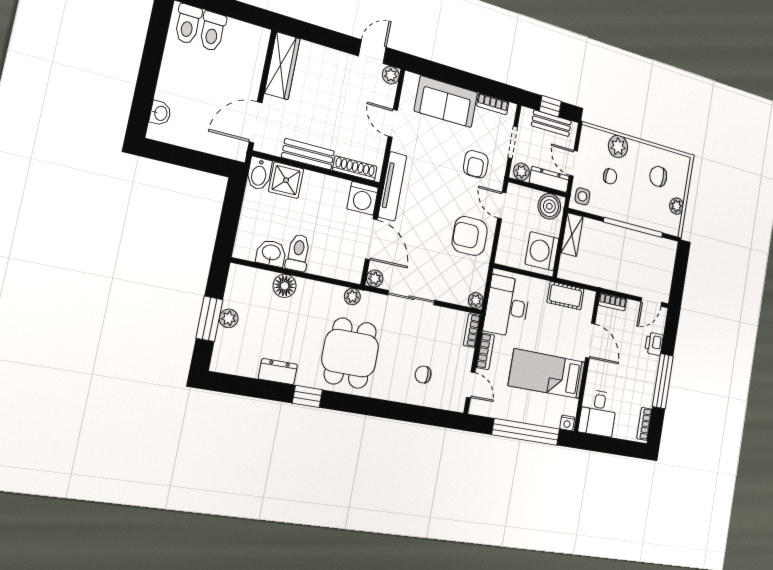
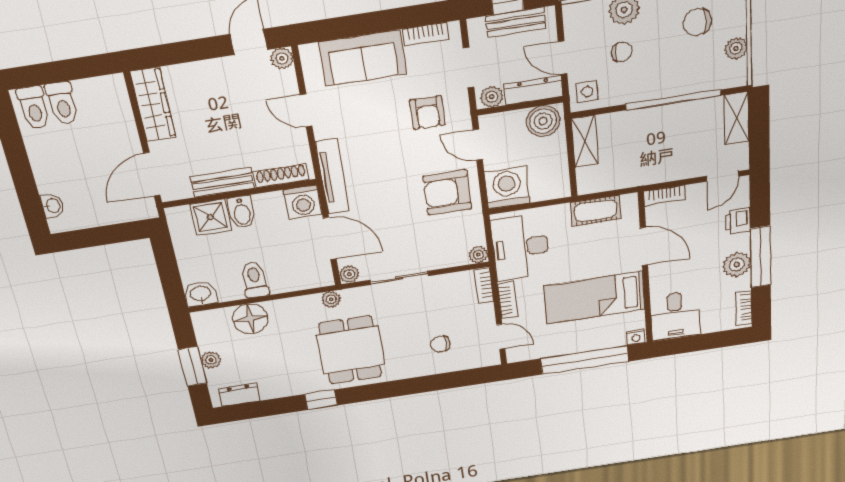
bidet: (259, 174) -> (242, 212), moved
washing machine: (542, 251) -> (507, 188), moved, turned 90
washbasin: (271, 253) -> (201, 294), moved
shelving: (668, 259) -> (736, 118), added
floor lamp: (285, 286) -> (250, 319), width x1.38, depth x1.38
dresser: (278, 372) -> (240, 395), moved
plant: (647, 382) -> (737, 265), added

